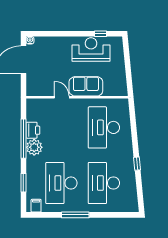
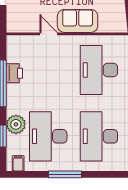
plant: (34, 147) -> (16, 124), moved

